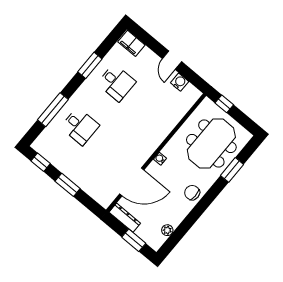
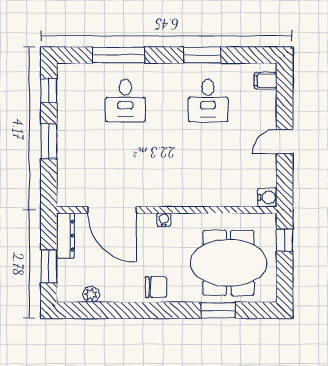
filing cabinet: (131, 43) -> (266, 81), width x0.50
water cooler: (180, 82) -> (267, 197), moved
chair: (192, 193) -> (156, 287), turned 90

